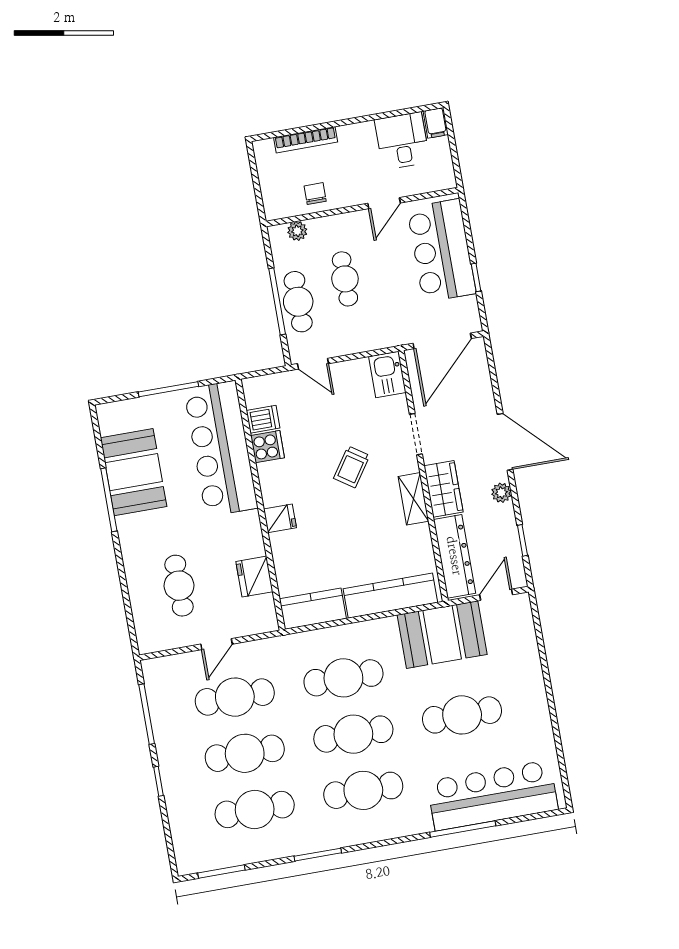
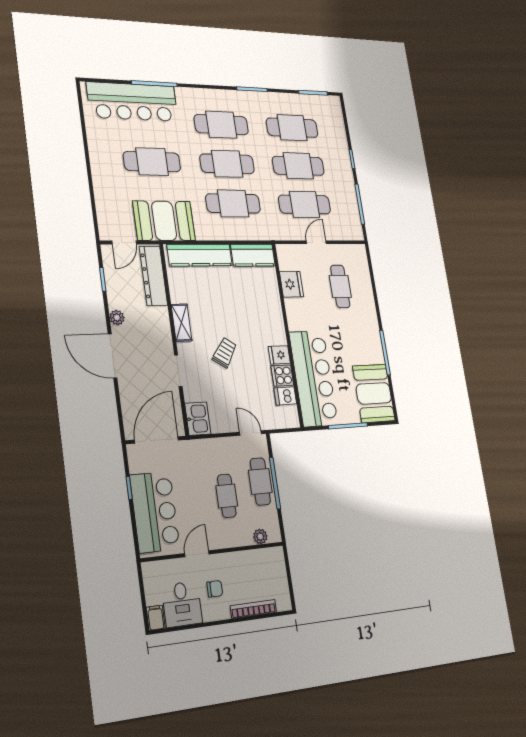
chair: (315, 194) -> (215, 589), moved, turned -90
booth: (134, 472) -> (374, 393), moved
wardrobe: (443, 489) -> (160, 327), removed
fridge: (280, 518) -> (279, 355), moved

